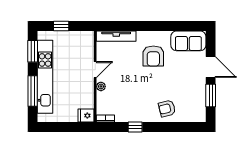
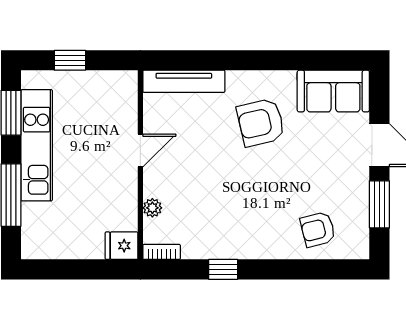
armchair: (153, 56) -> (261, 122), turned 77
kitchen unit: (45, 77) -> (37, 145), width x0.73
plant: (101, 86) -> (152, 208), moved
armchair: (167, 108) -> (318, 229), moved

